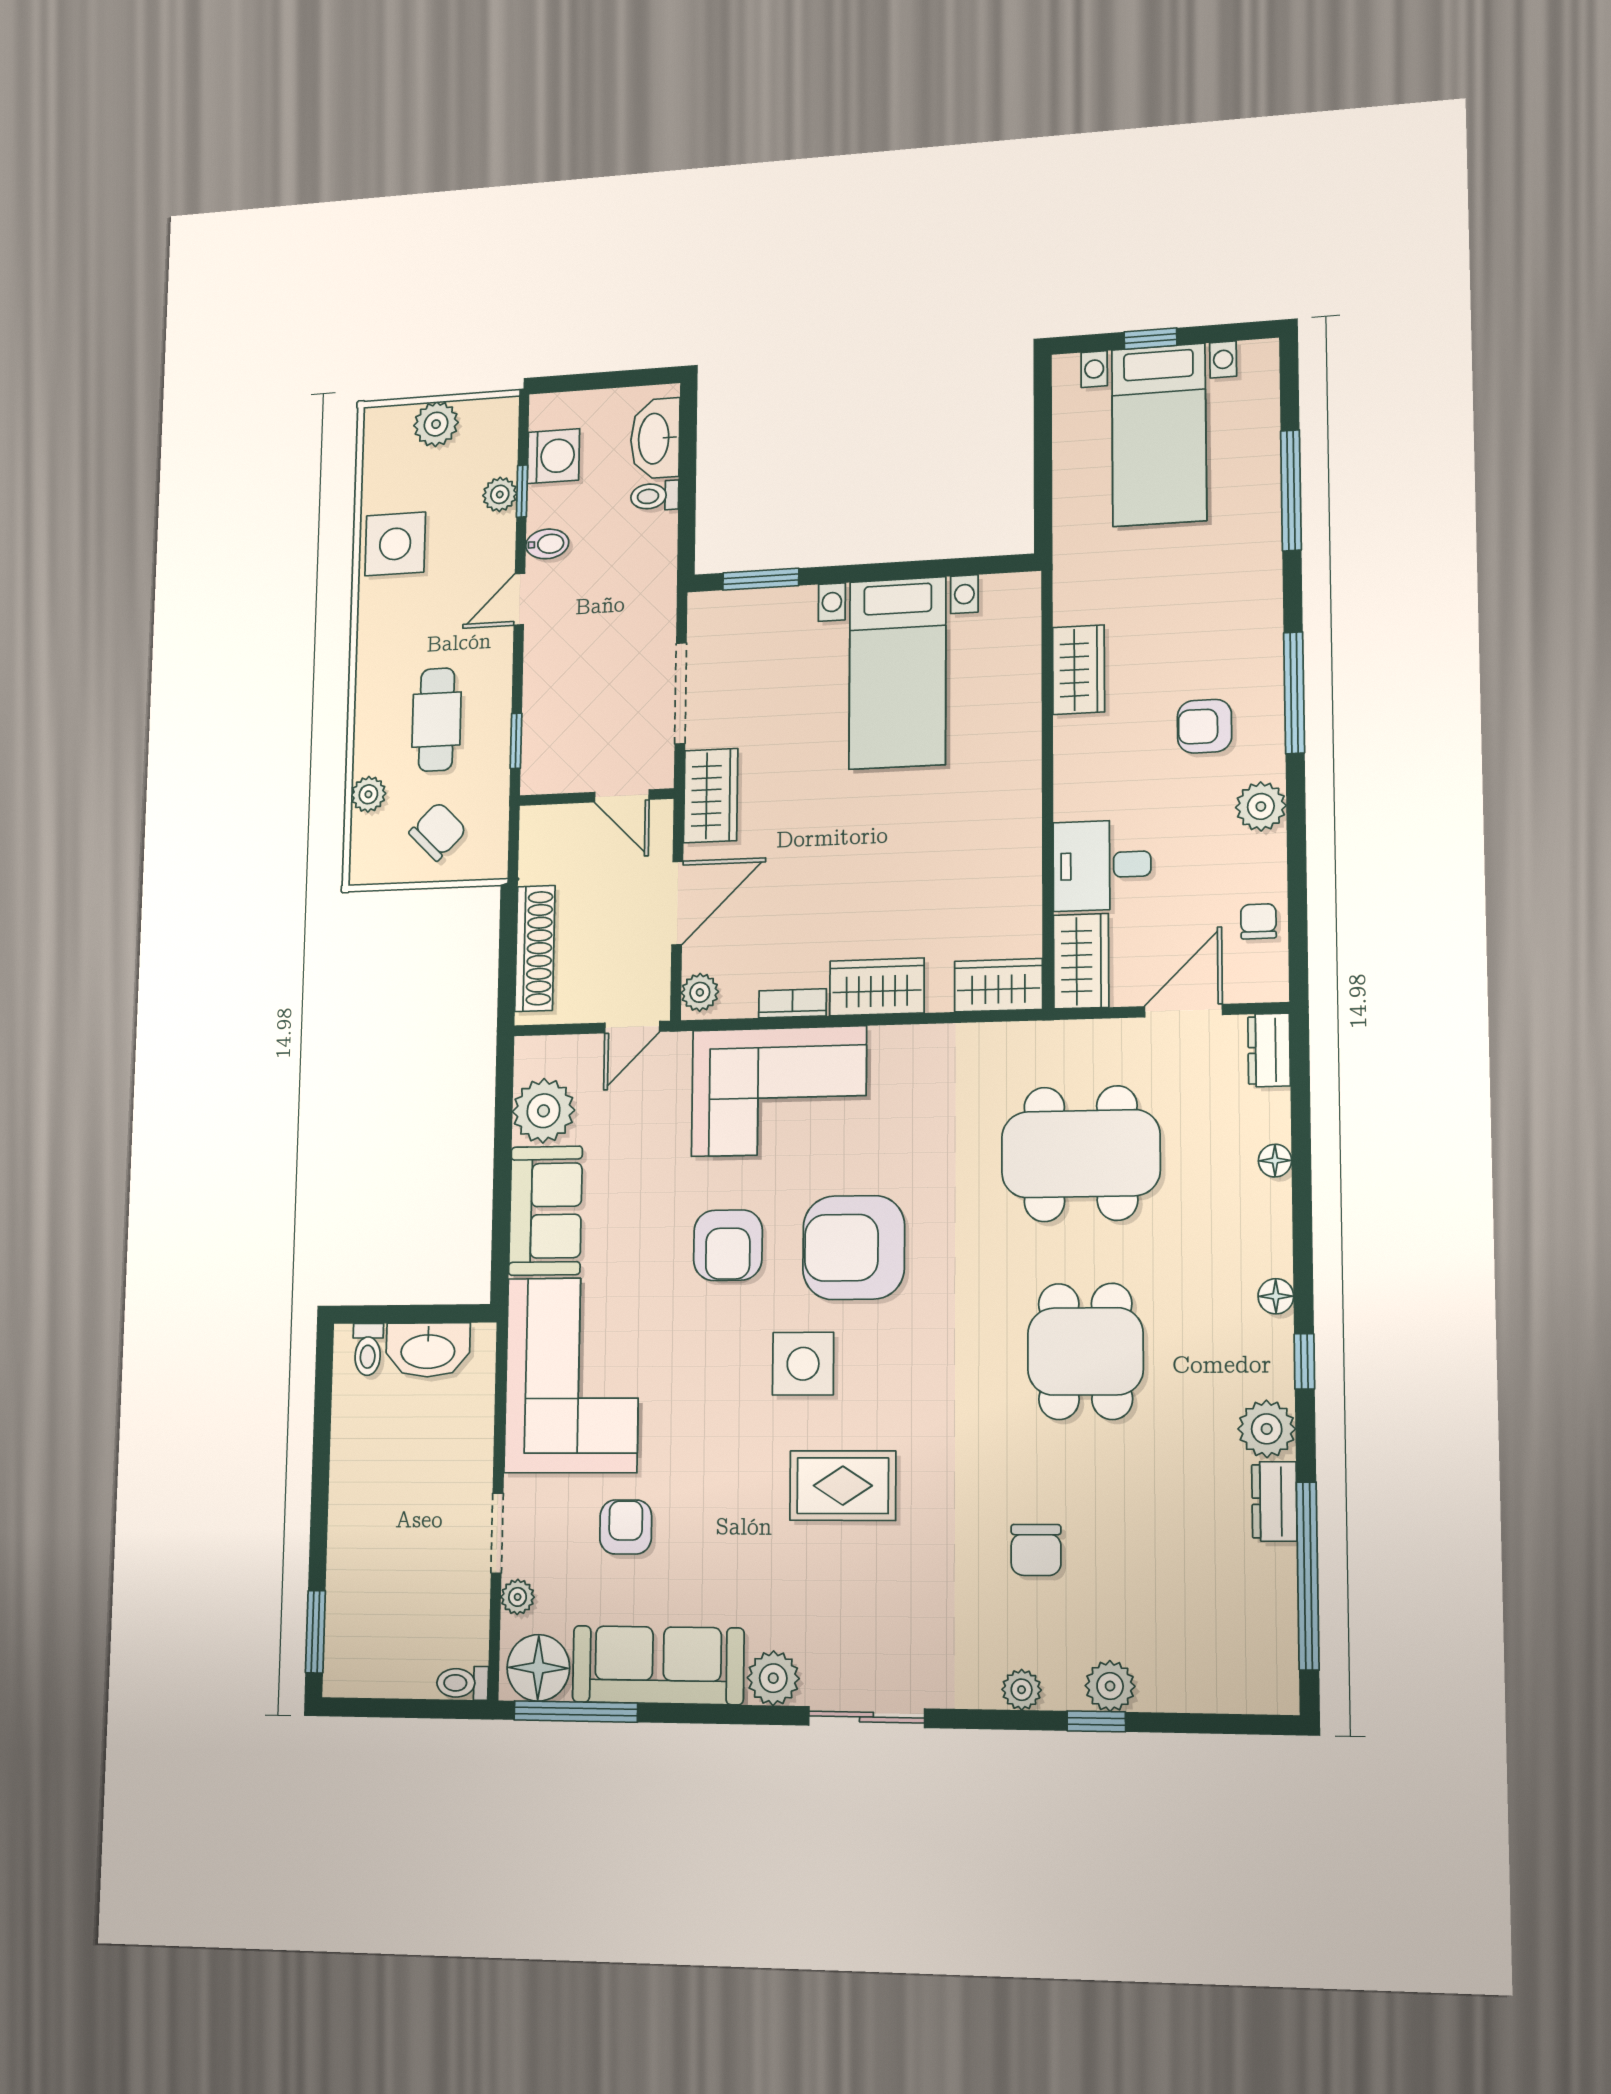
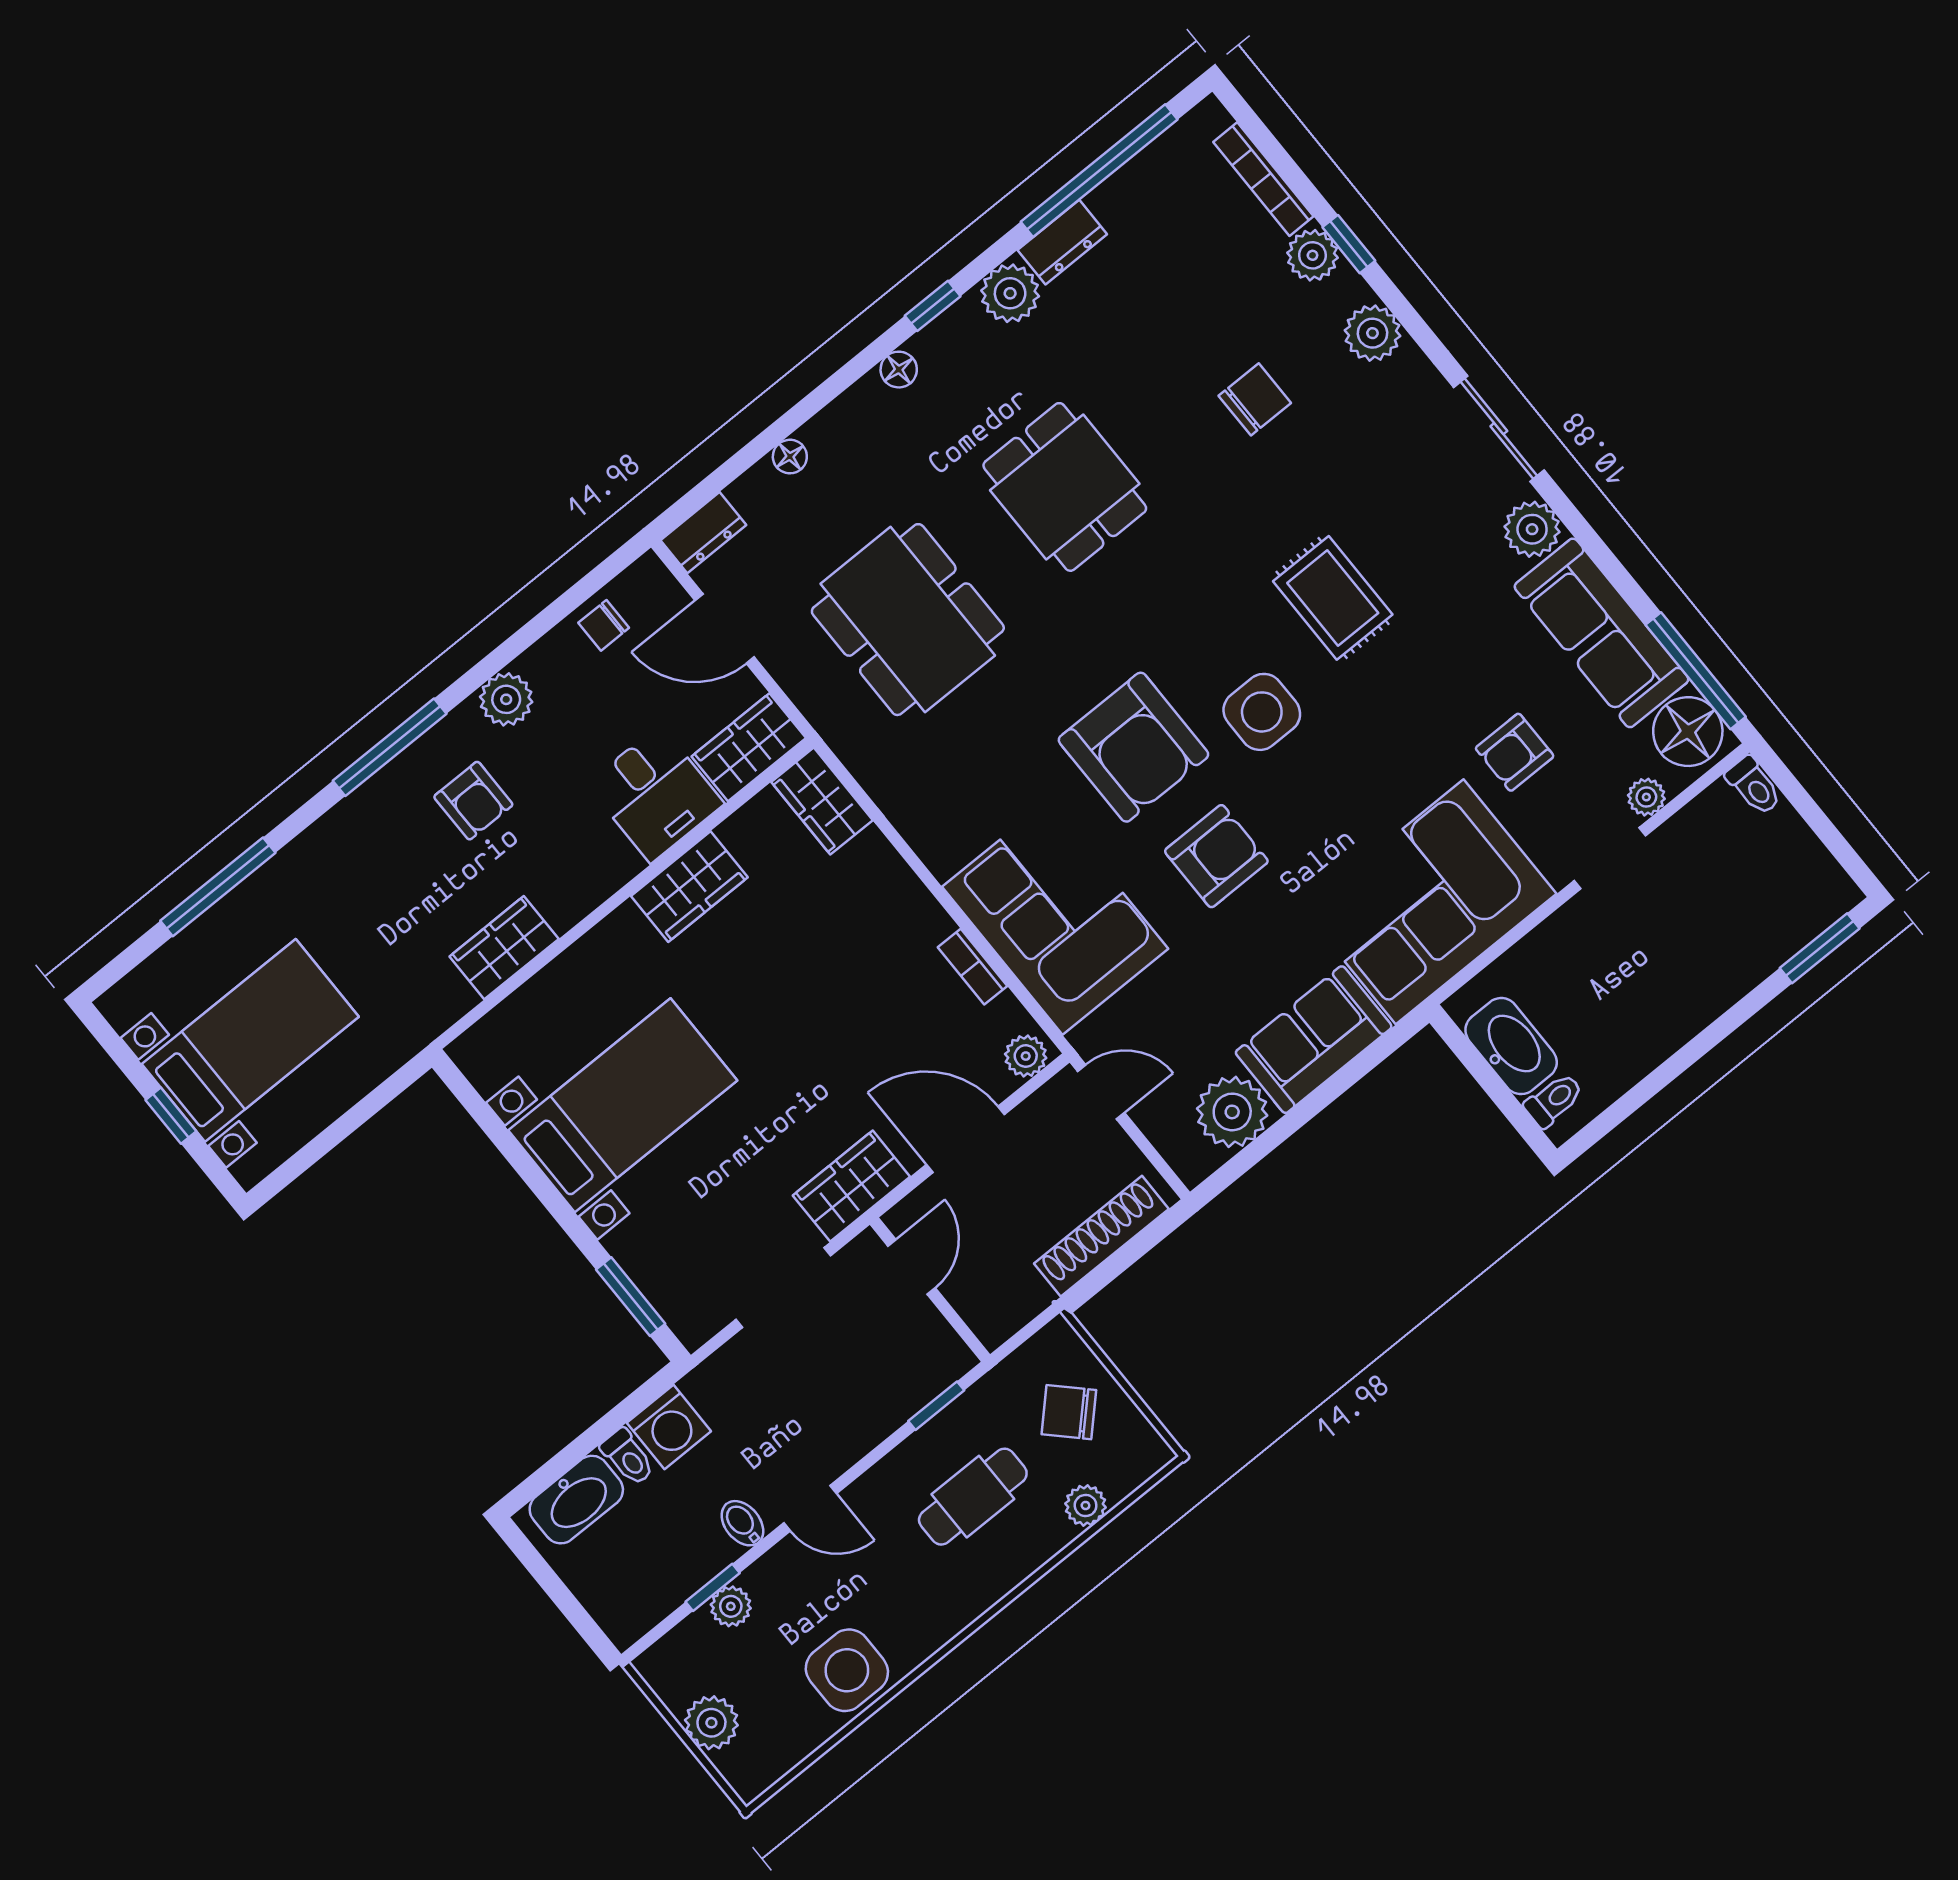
washing machine: (553, 456) -> (669, 1427), moved, turned 180
wardrobe: (877, 987) -> (689, 887), moved, turned -90
dining table: (1085, 1351) -> (1065, 487), turned 90
plant: (1022, 1690) -> (1372, 333), width x1.38, depth x1.38
bookcase: (1199, 1698) -> (1263, 179), added

